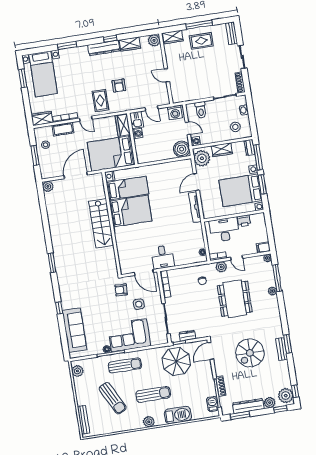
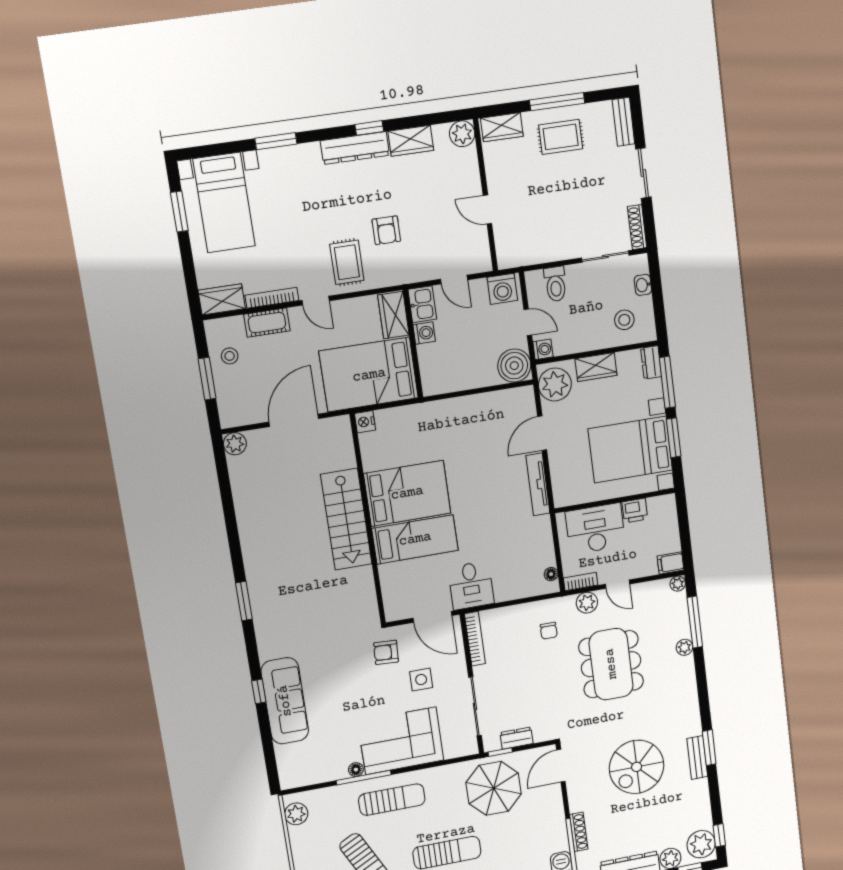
bed: (127, 188) -> (415, 539), moved
sofa: (74, 330) -> (285, 701), moved

